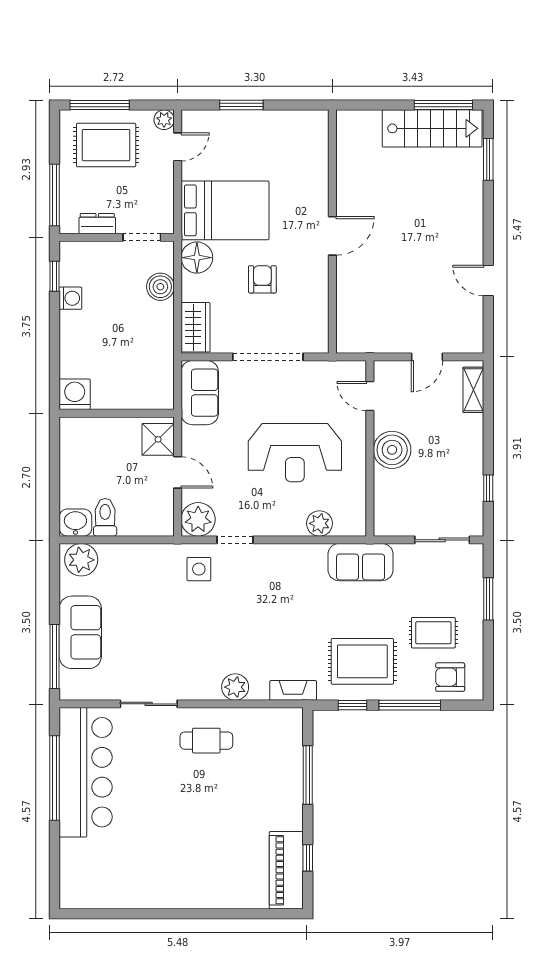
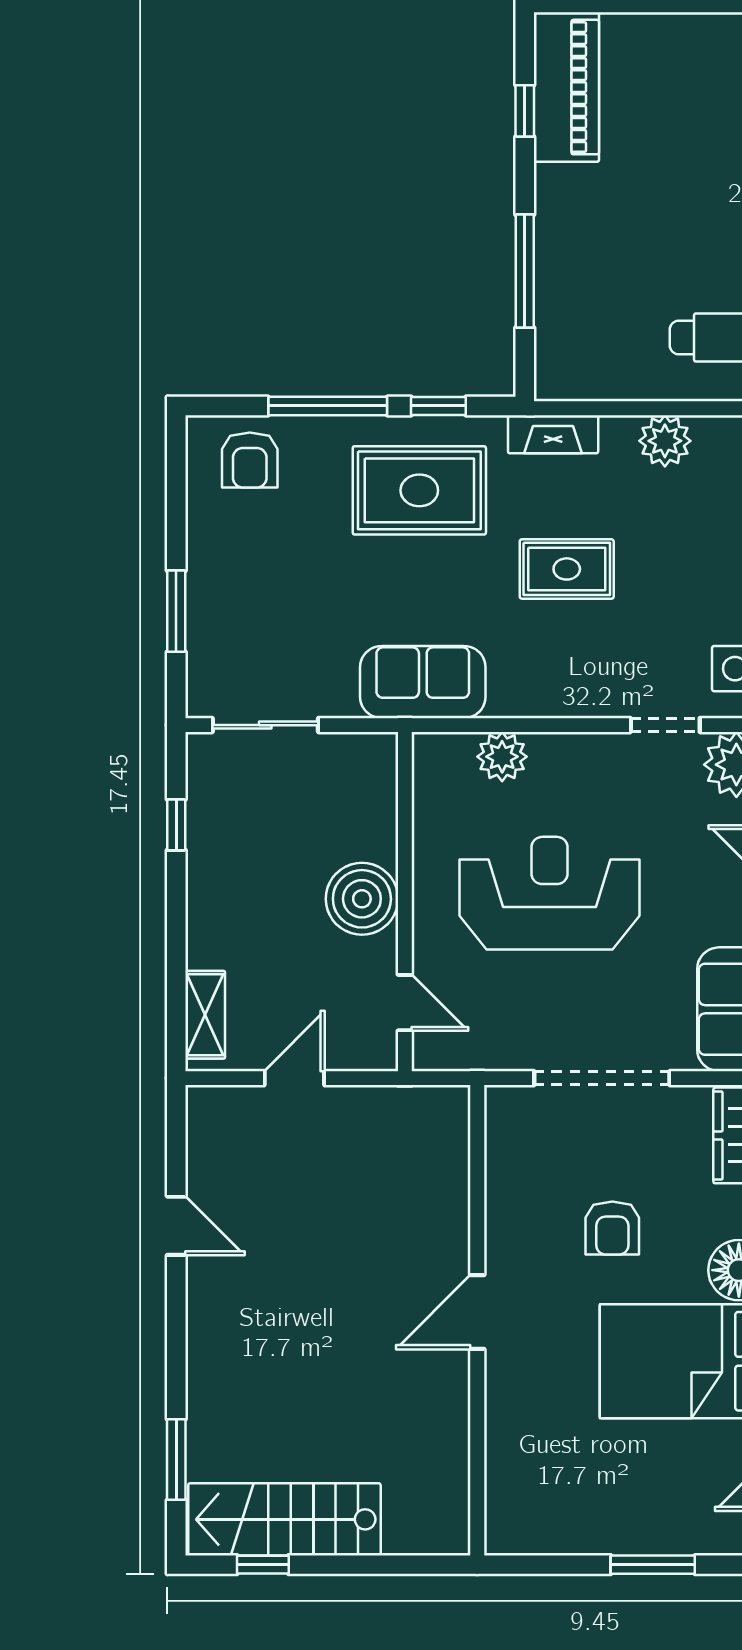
window: (443, 105) -> (263, 1565), width x0.46
rug: (433, 633) -> (567, 569), moved
armchair: (450, 677) -> (250, 460), turned 90

